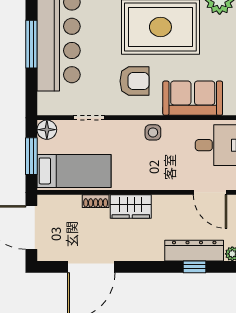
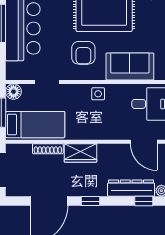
armchair: (134, 81) -> (83, 53), turned 90
shoe rack: (96, 201) -> (48, 149), width x1.43
window: (143, 267) -> (91, 201), added
window: (195, 267) -> (144, 201), moved

